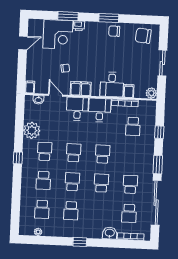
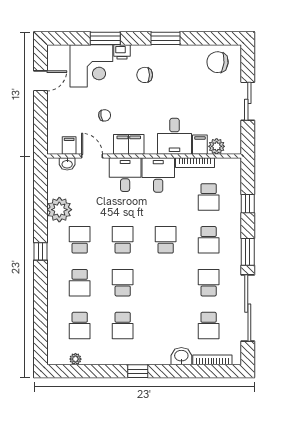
chair: (114, 31) -> (145, 75), moved
filing cabinet: (30, 87) -> (69, 146), moved
plant: (151, 93) -> (217, 146), moved
school desk: (101, 183) -> (209, 240), moved, turned 180

